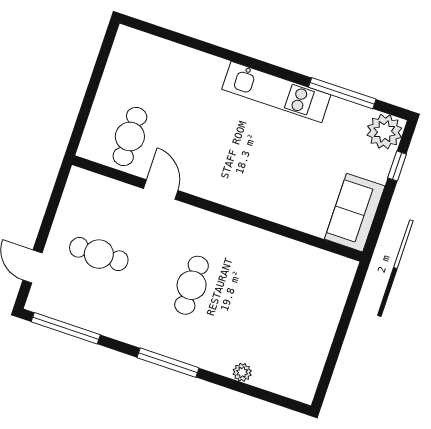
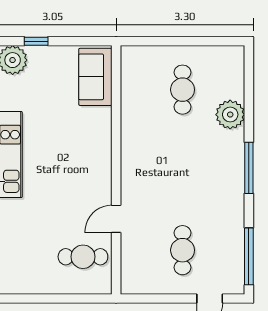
sofa: (355, 213) -> (95, 77), moved, turned 90
cafe table: (192, 285) -> (183, 90), moved, turned 90
plant: (242, 372) -> (230, 115), width x1.88, depth x1.88

